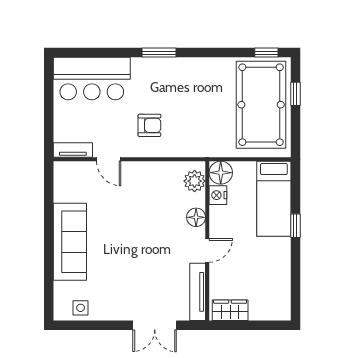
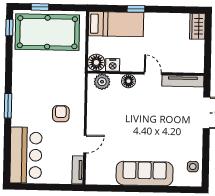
wardrobe: (230, 310) -> (197, 26), moved

